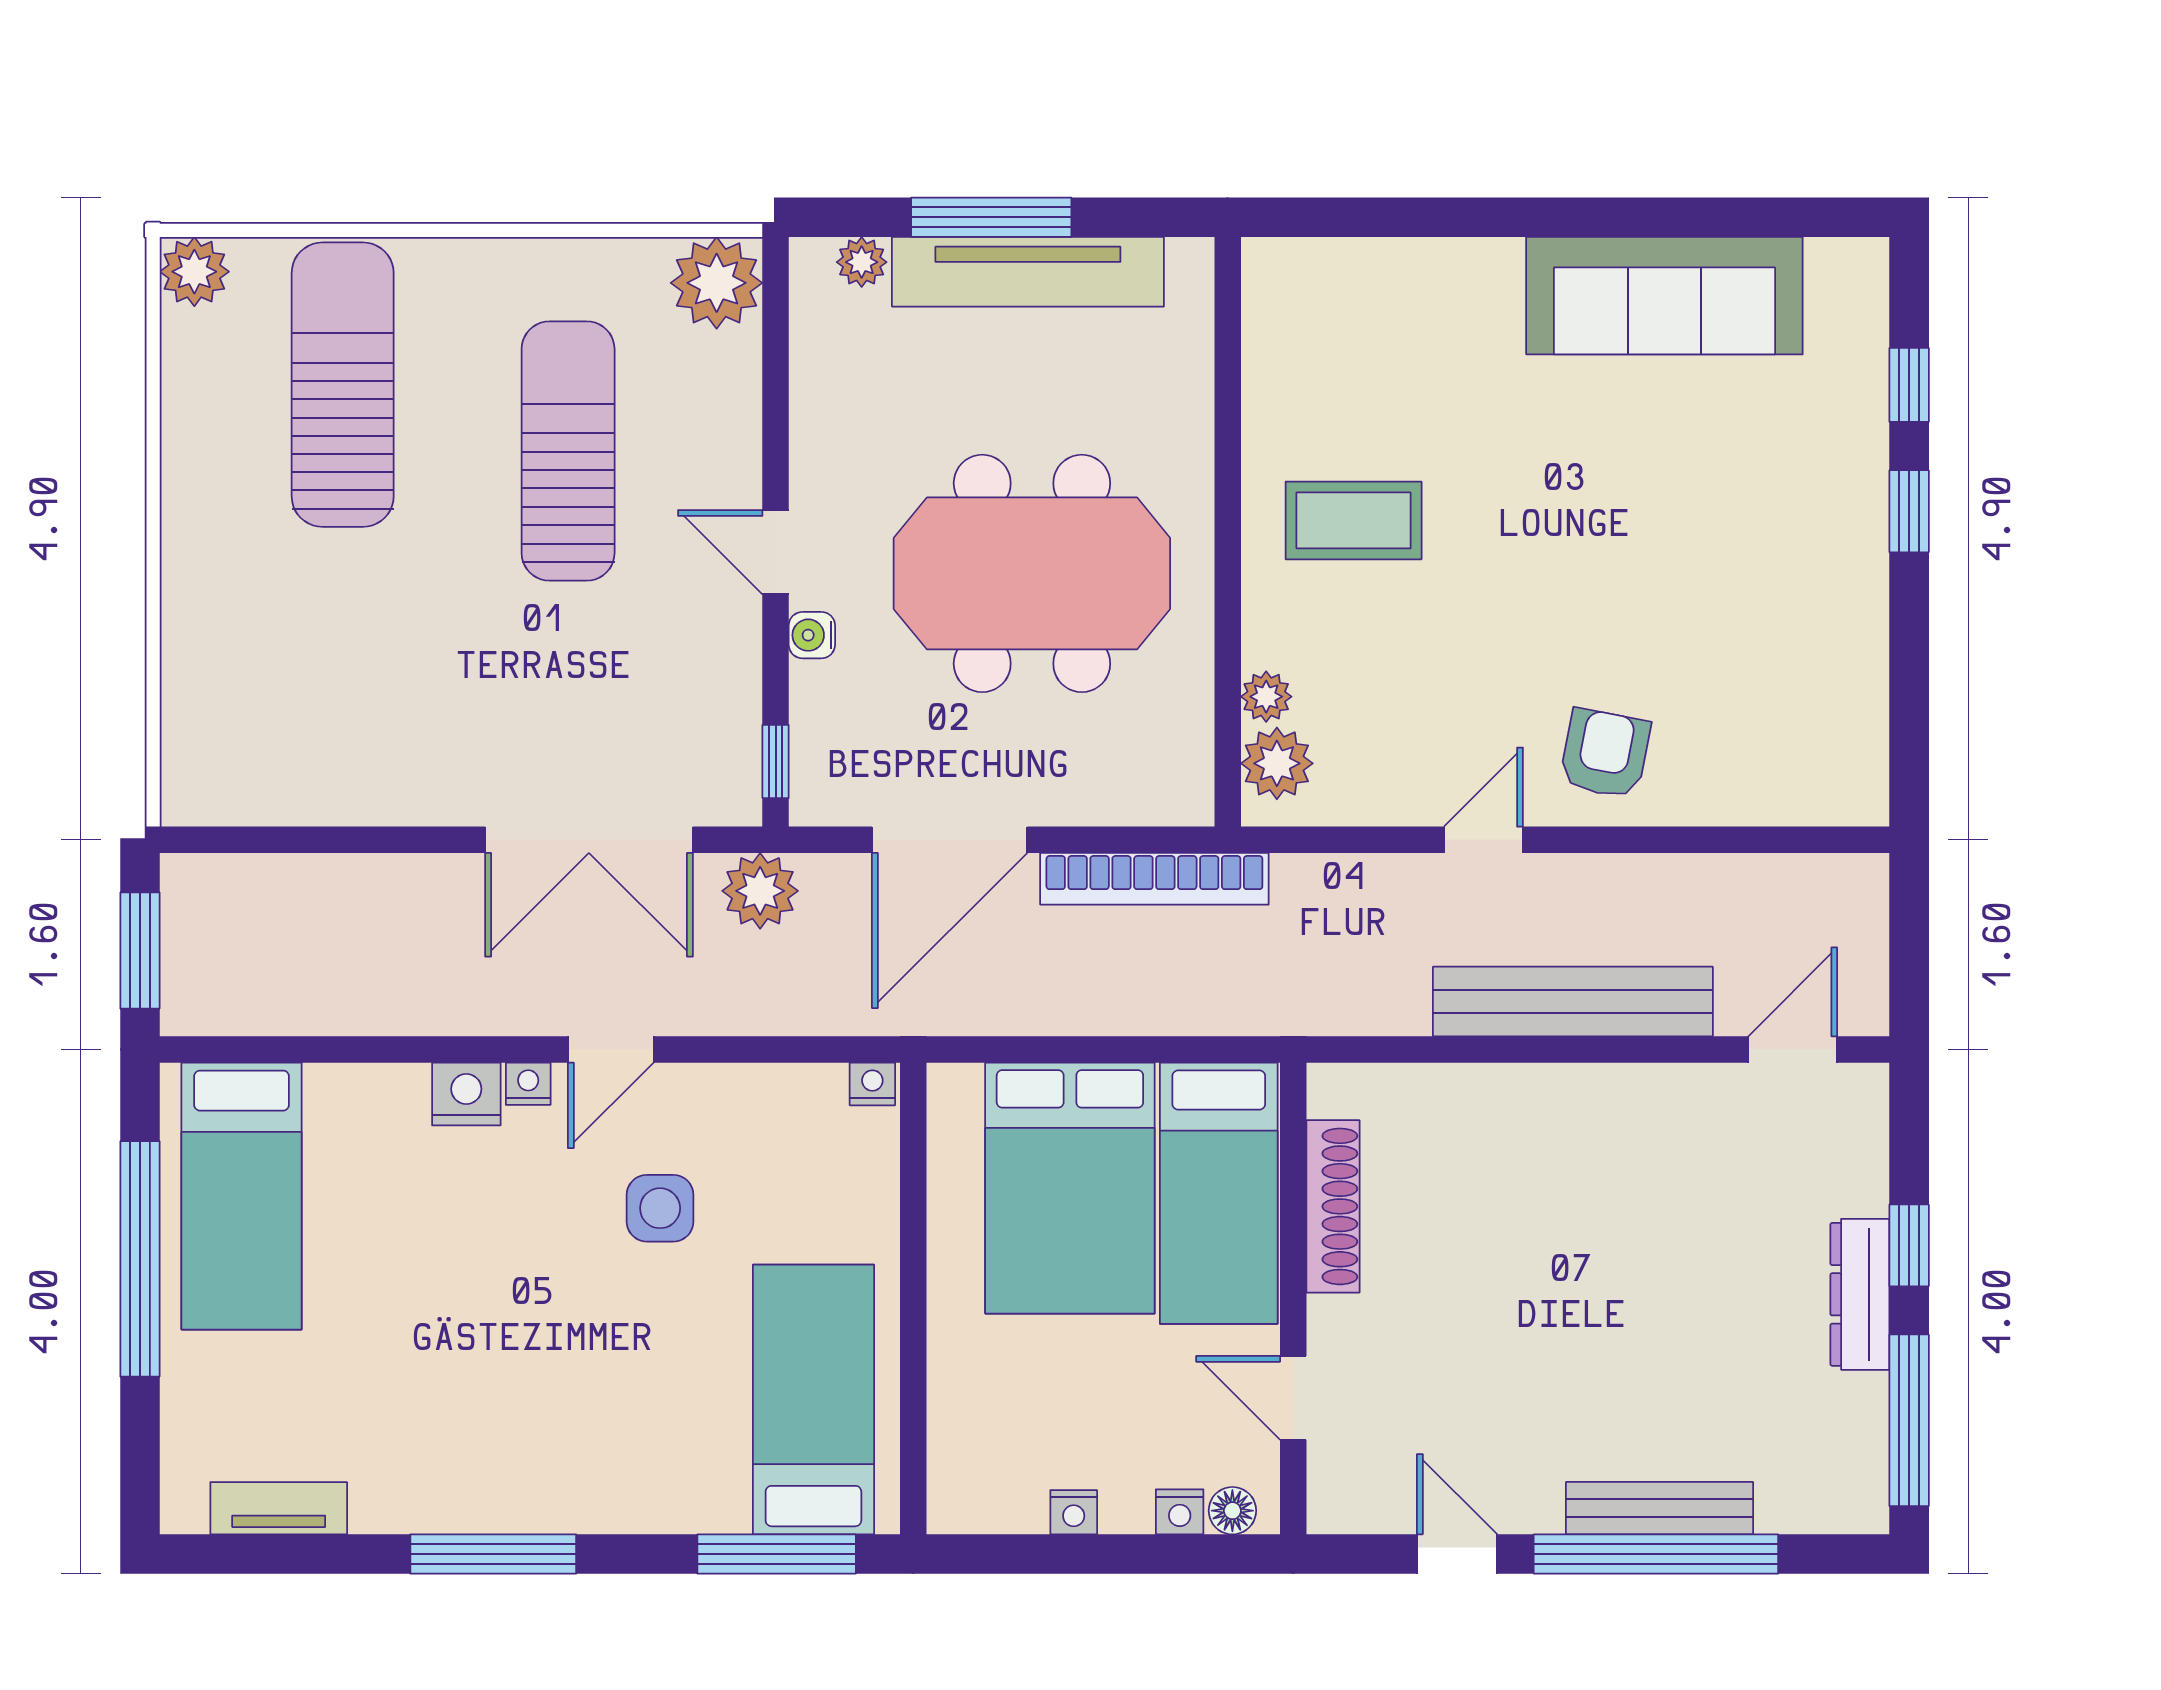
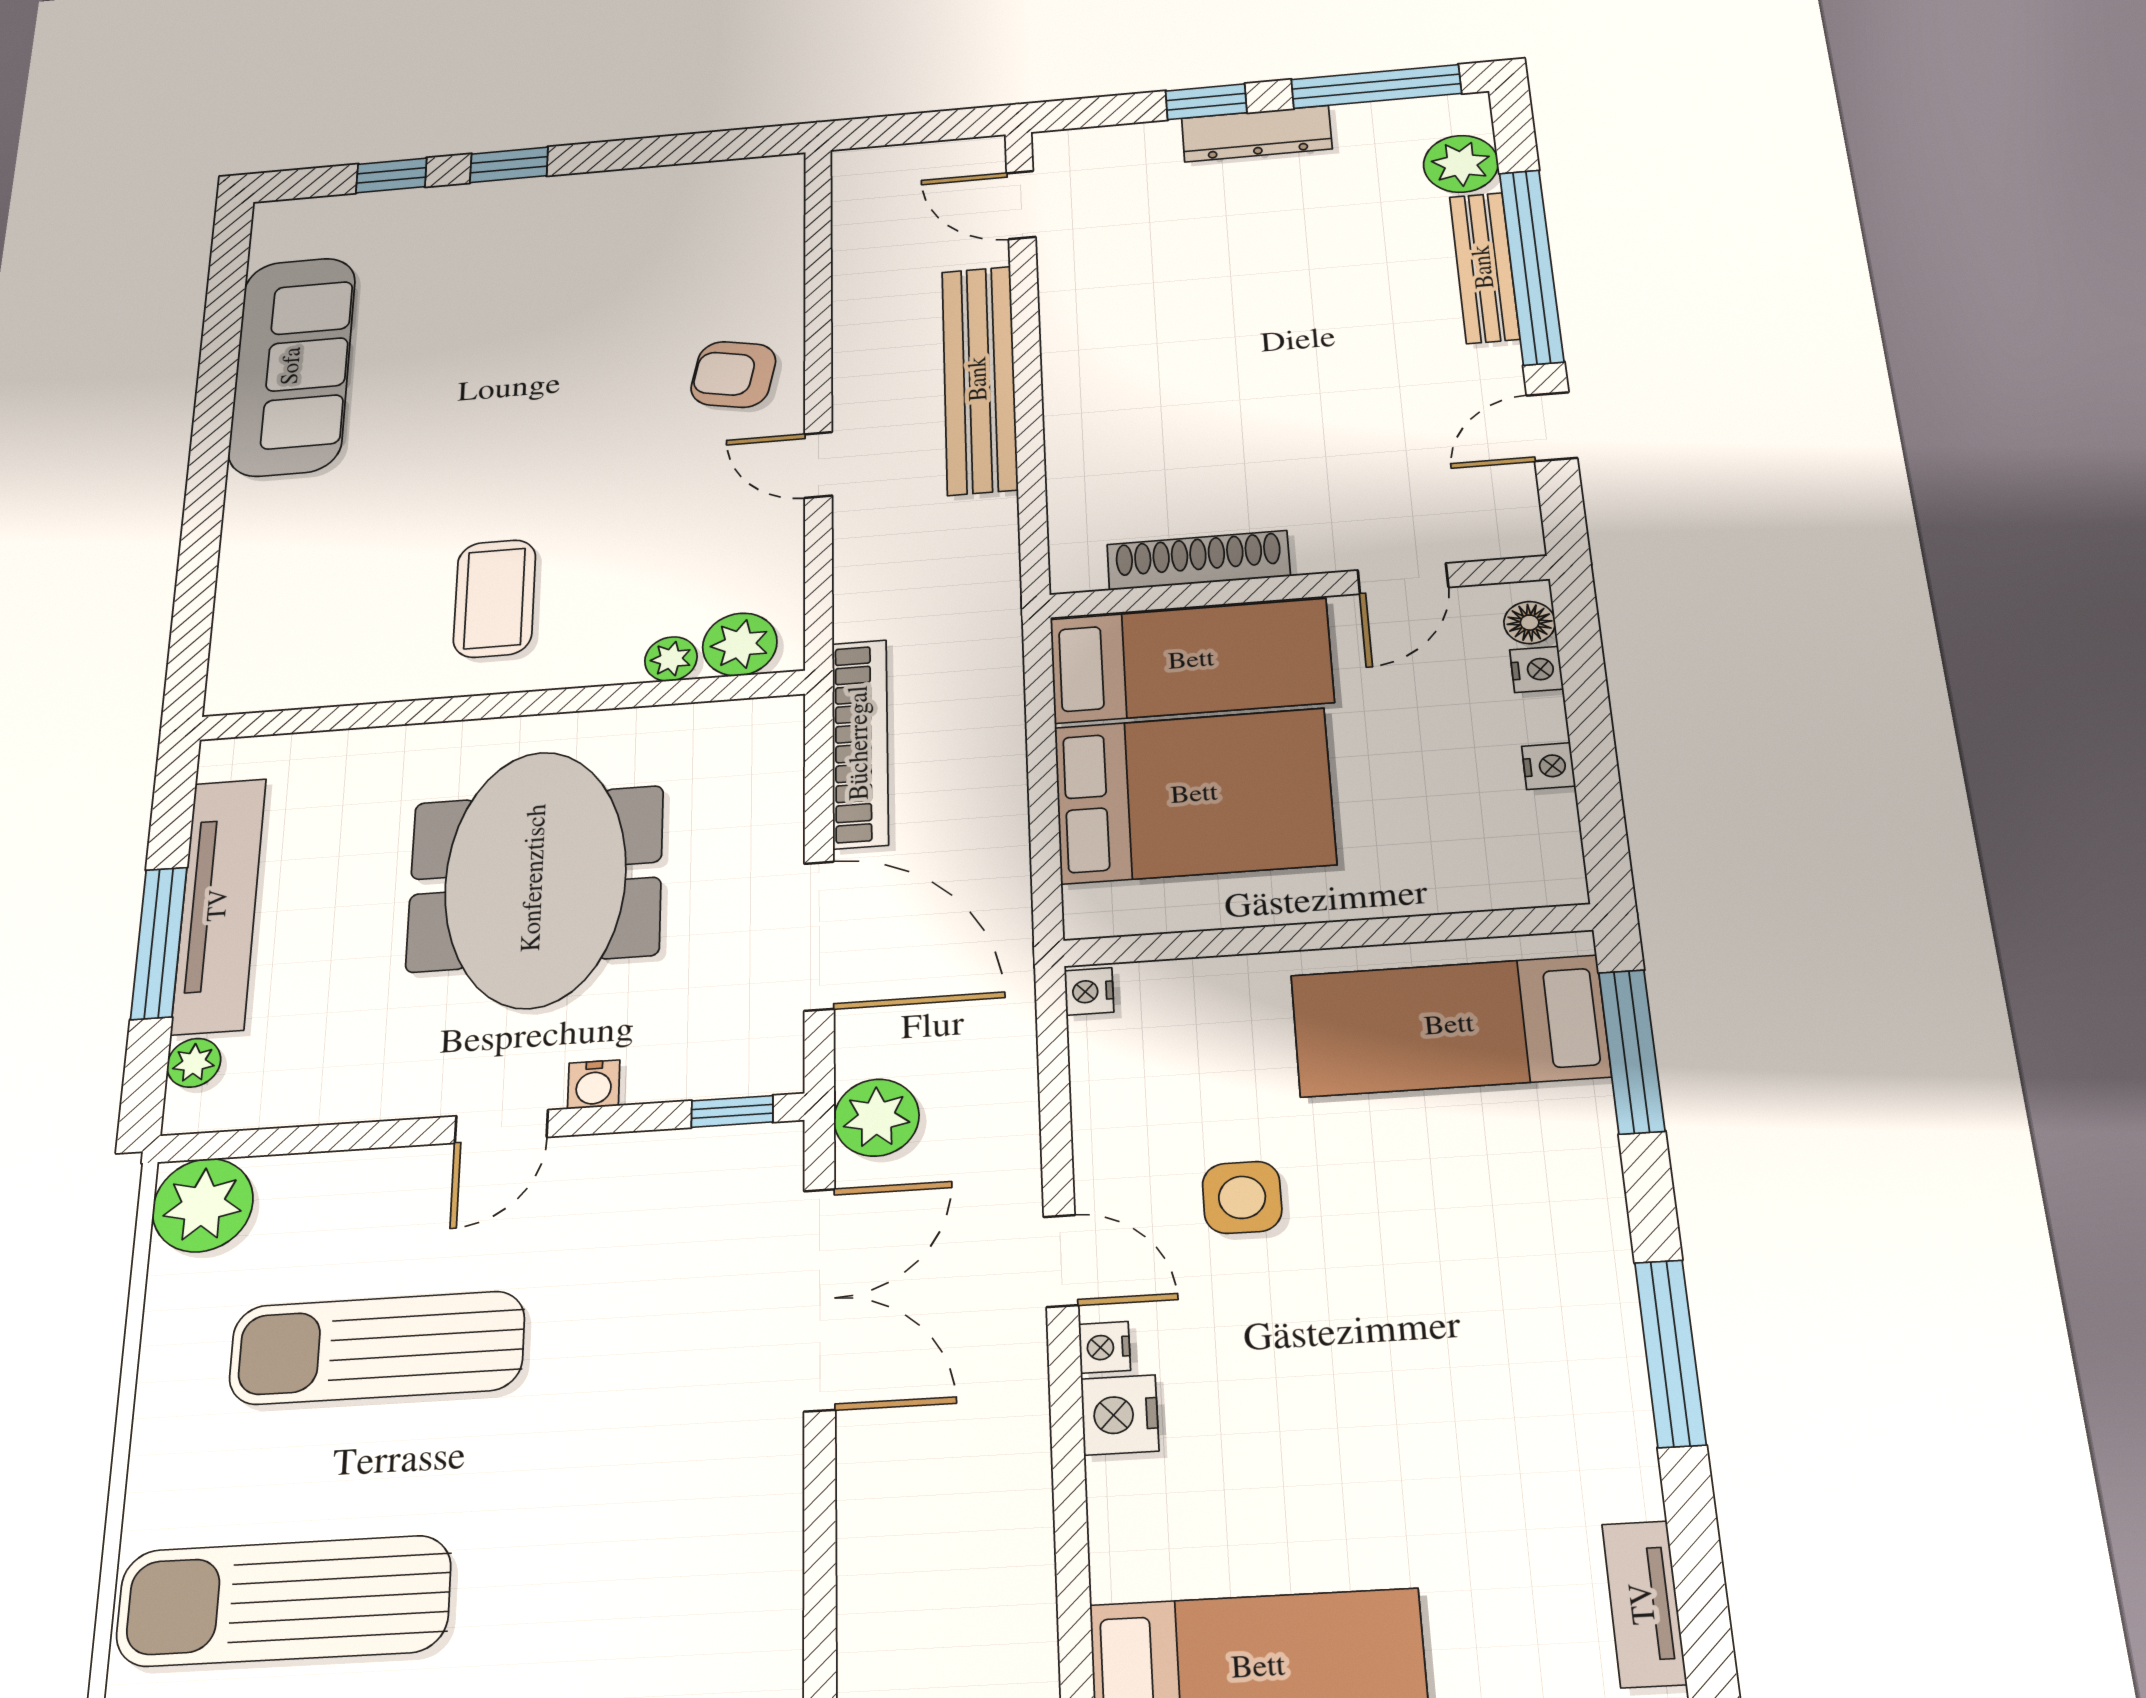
plant: (1796, 1497) -> (1461, 164), added

